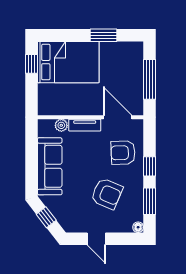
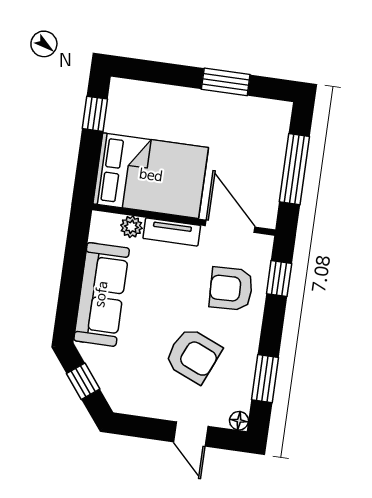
bed: (68, 62) -> (151, 176), moved
window: (150, 166) -> (279, 279), moved
door: (96, 239) -> (191, 434), moved

